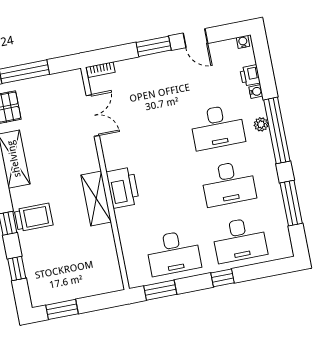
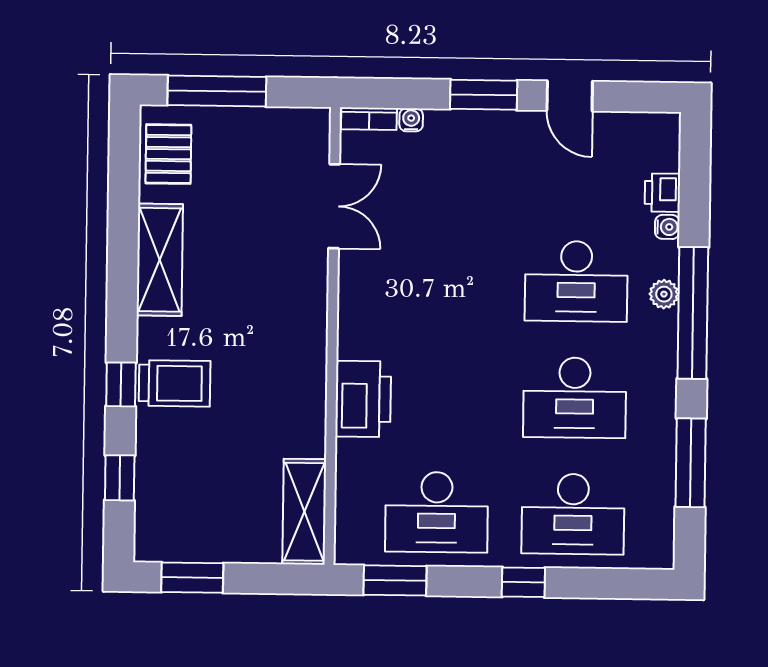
water cooler: (243, 42) -> (411, 120), moved
printer: (123, 188) -> (363, 399), moved
shelving: (96, 199) -> (304, 512), moved

